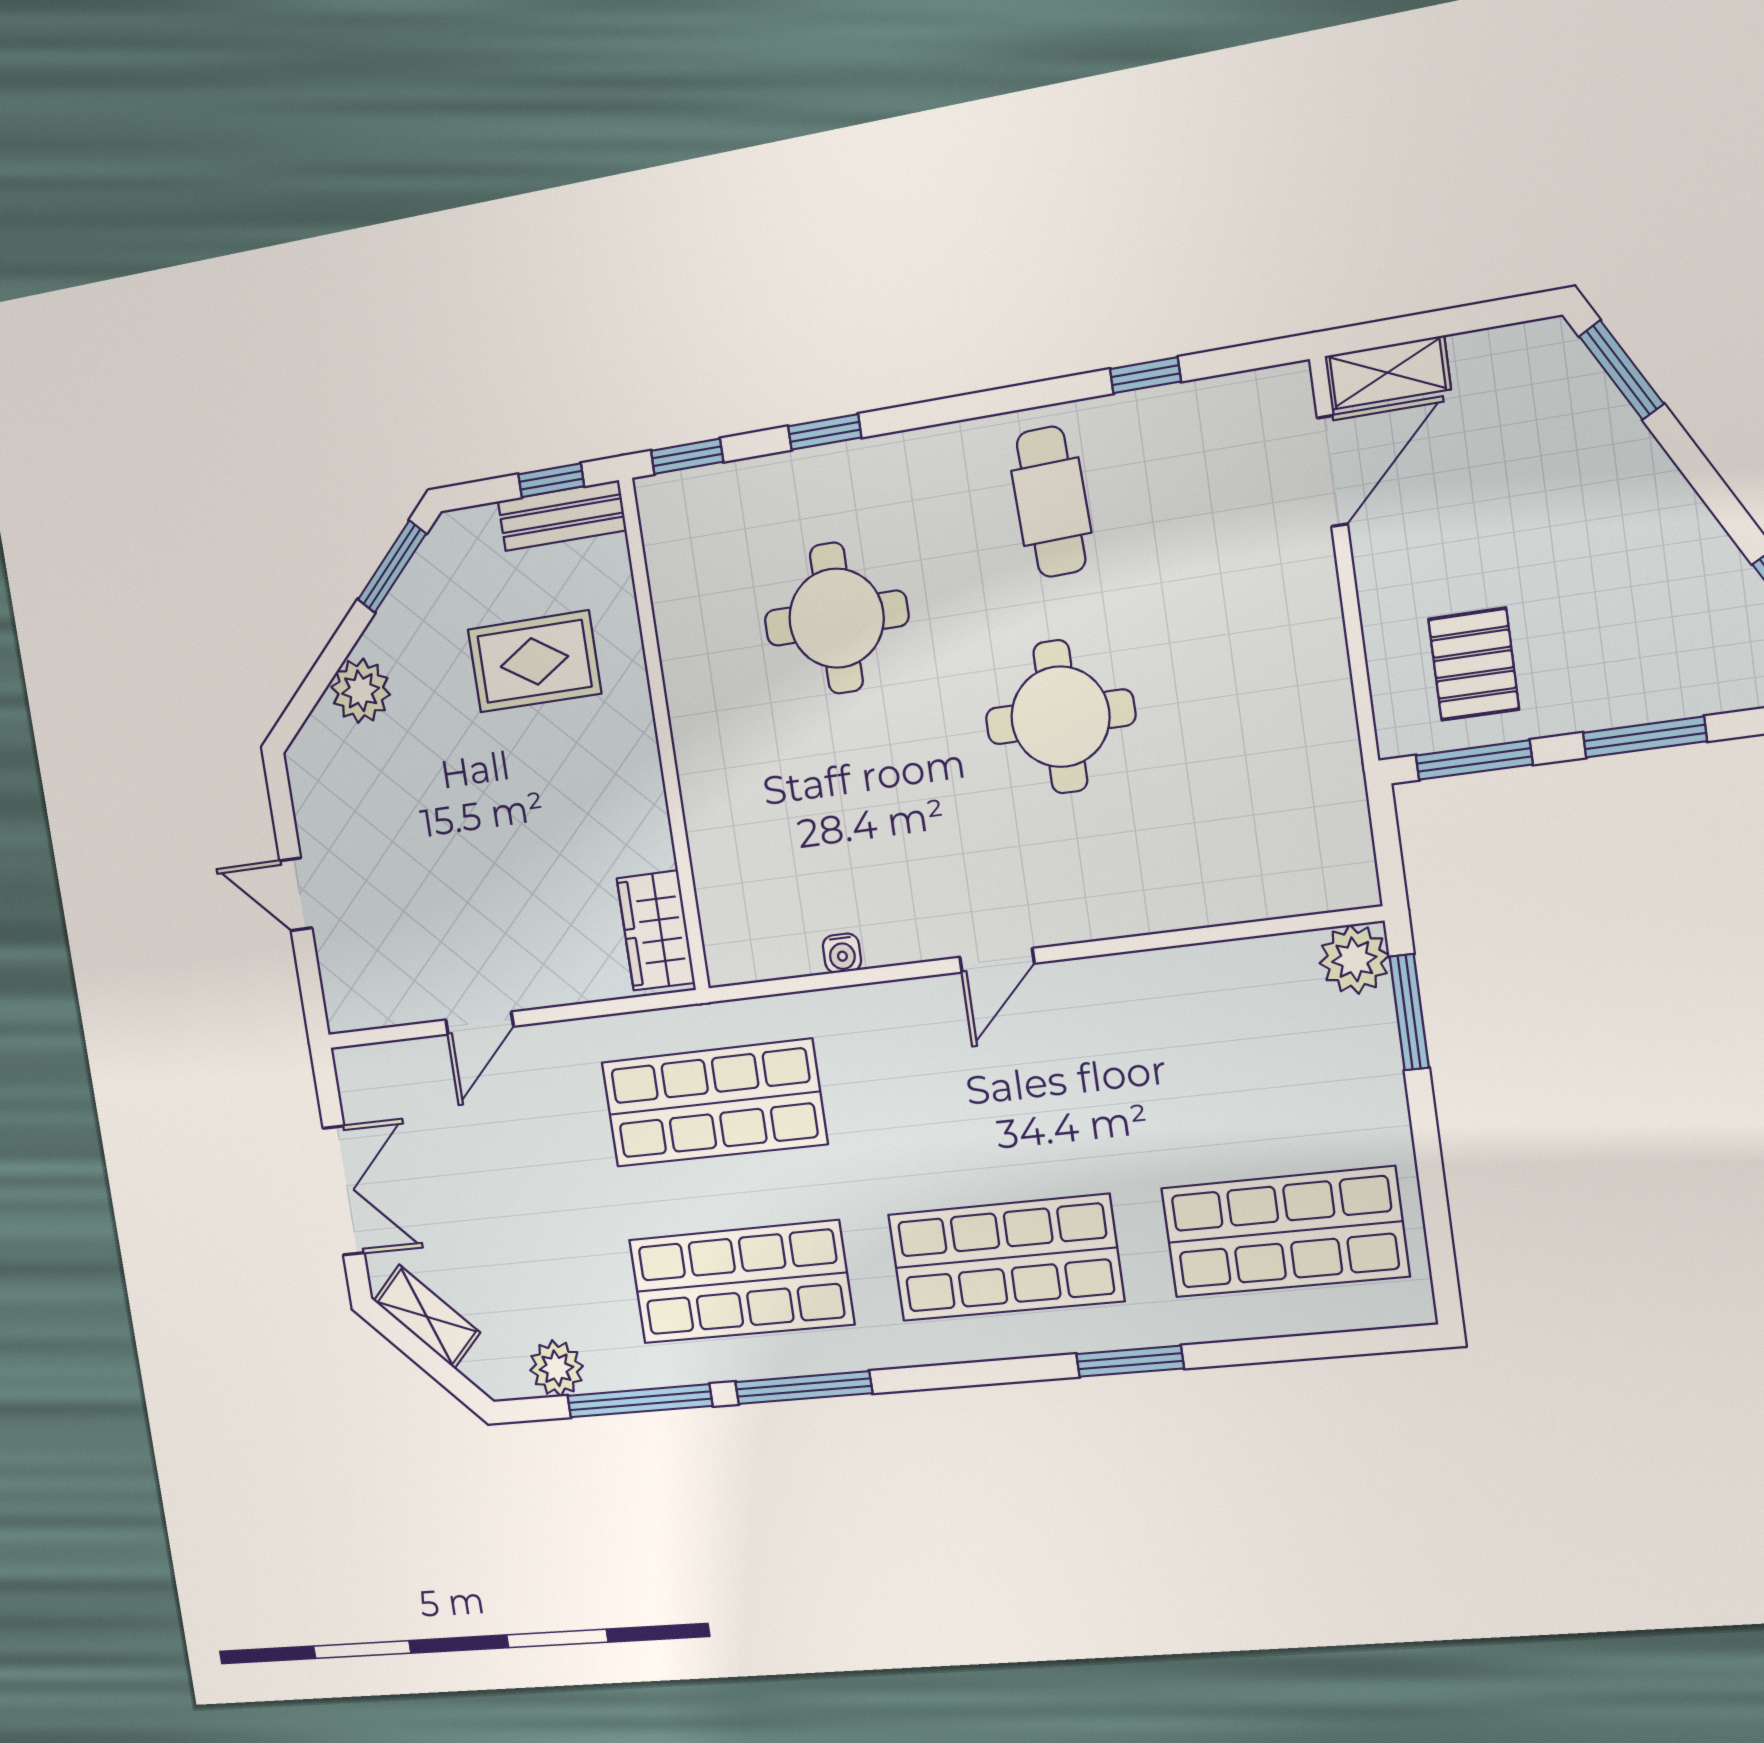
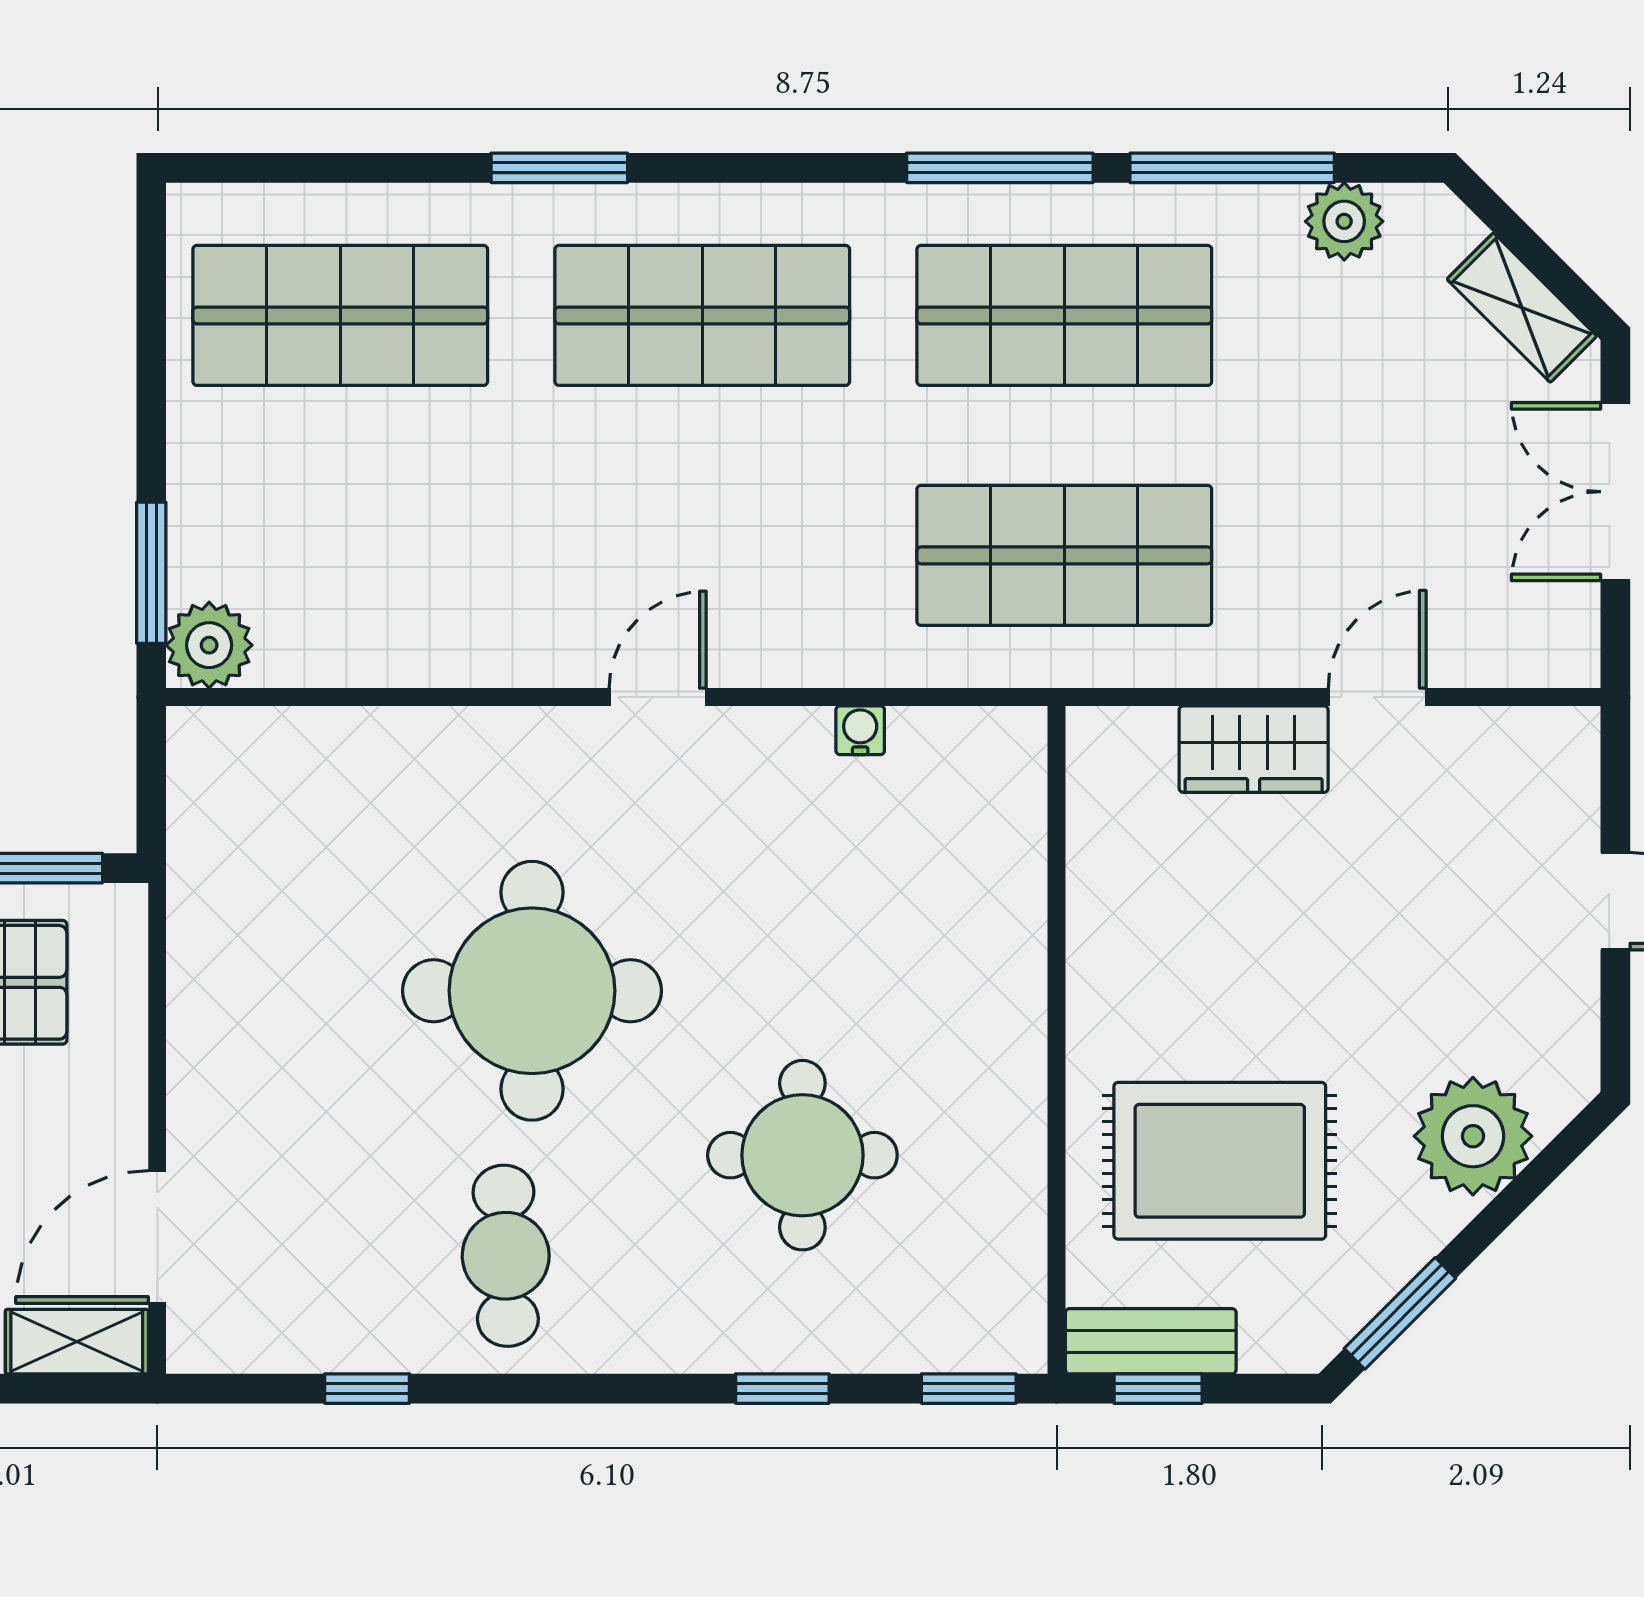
rug: (534, 661) -> (1220, 1161), width x1.36, depth x1.43
plant: (361, 691) -> (1473, 1136), width x1.36, depth x1.36
round table: (1060, 717) -> (532, 991), width x1.36, depth x1.36
wardrobe: (656, 931) -> (1254, 749), moved, turned 90

